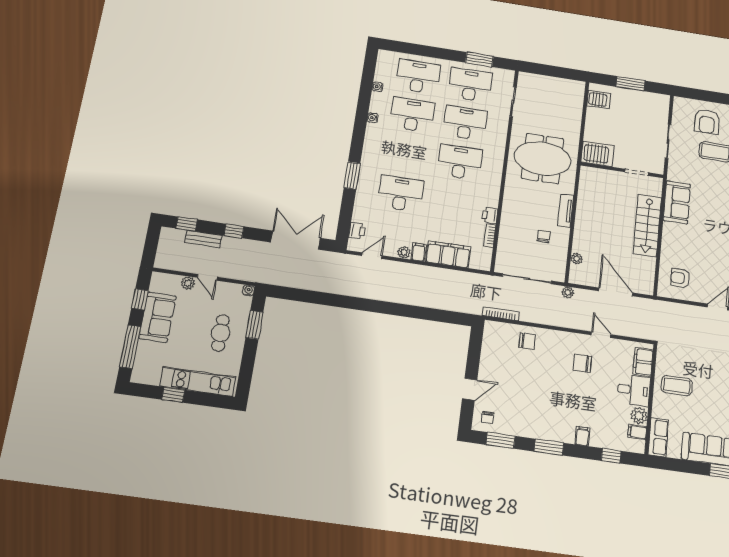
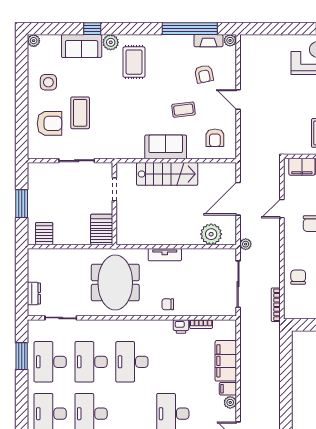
dresser: (540, 81) -> (34, 294), added
sofa: (677, 202) -> (166, 147), moved
chair: (543, 236) -> (168, 304), moved
coffee table: (711, 251) -> (183, 110), added
plant: (577, 259) -> (211, 234), width x1.88, depth x1.88

